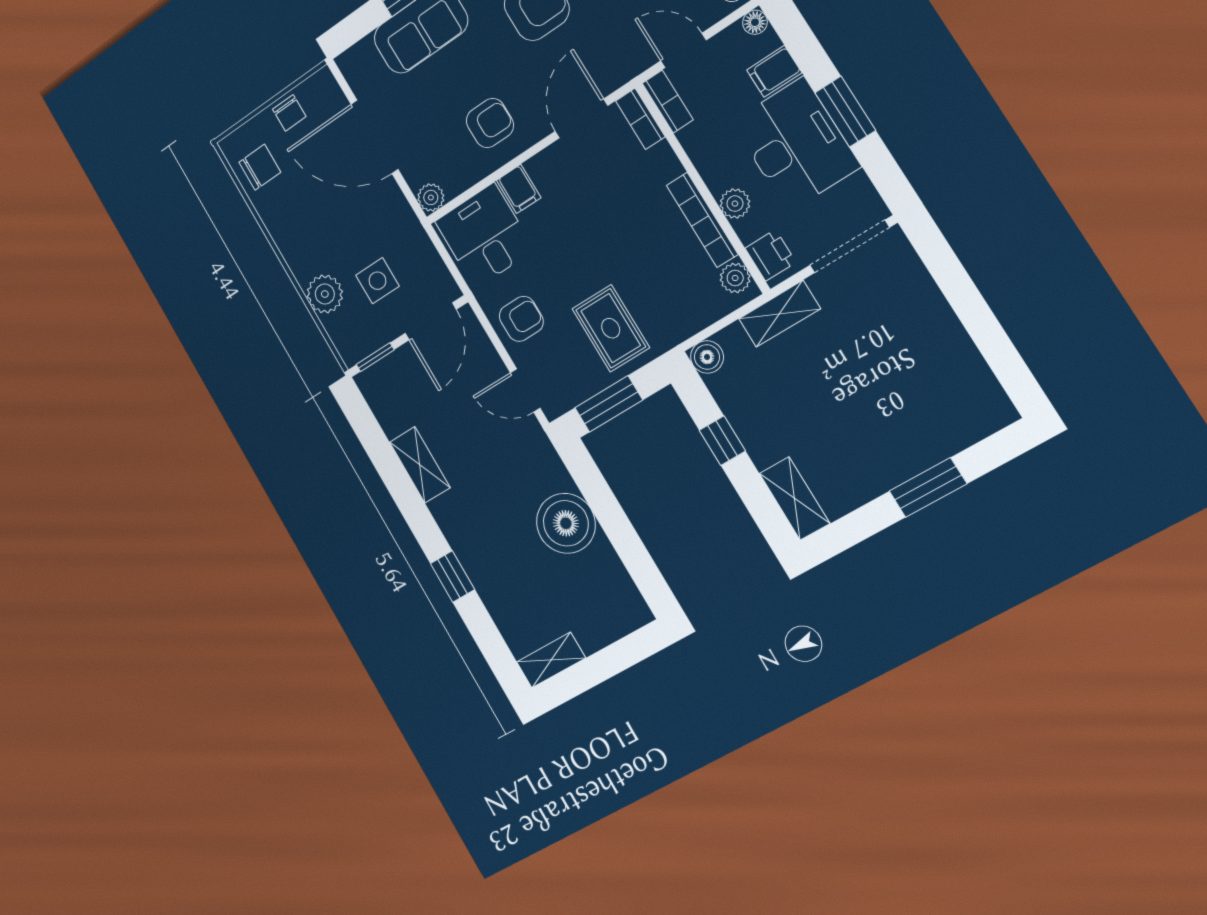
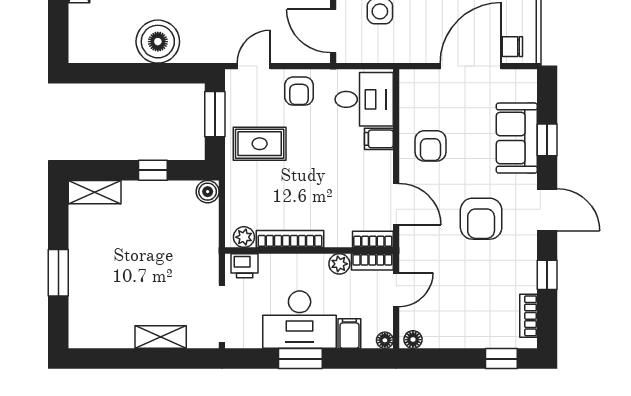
chair: (289, 113) -> (512, 47), moved
plant: (431, 197) -> (409, 79), removed
plant: (735, 204) -> (339, 264), moved
shelving: (780, 314) -> (161, 337), moved, turned 90

